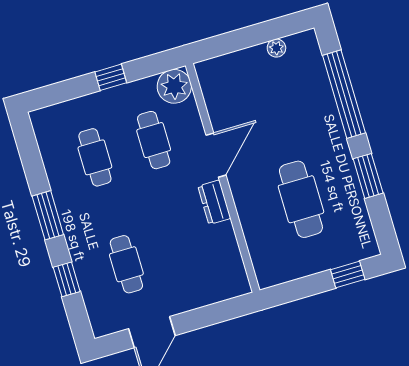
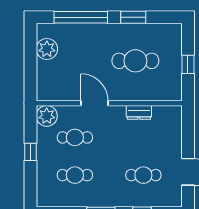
plant: (276, 48) -> (47, 49), width x1.88, depth x1.88
dresser: (214, 202) -> (139, 112), moved
window: (348, 274) -> (188, 64), moved

